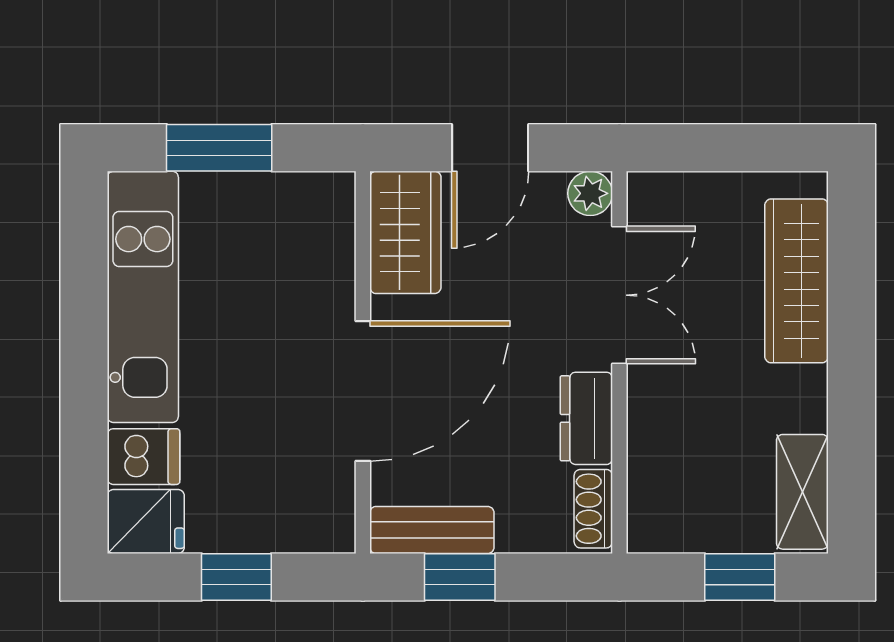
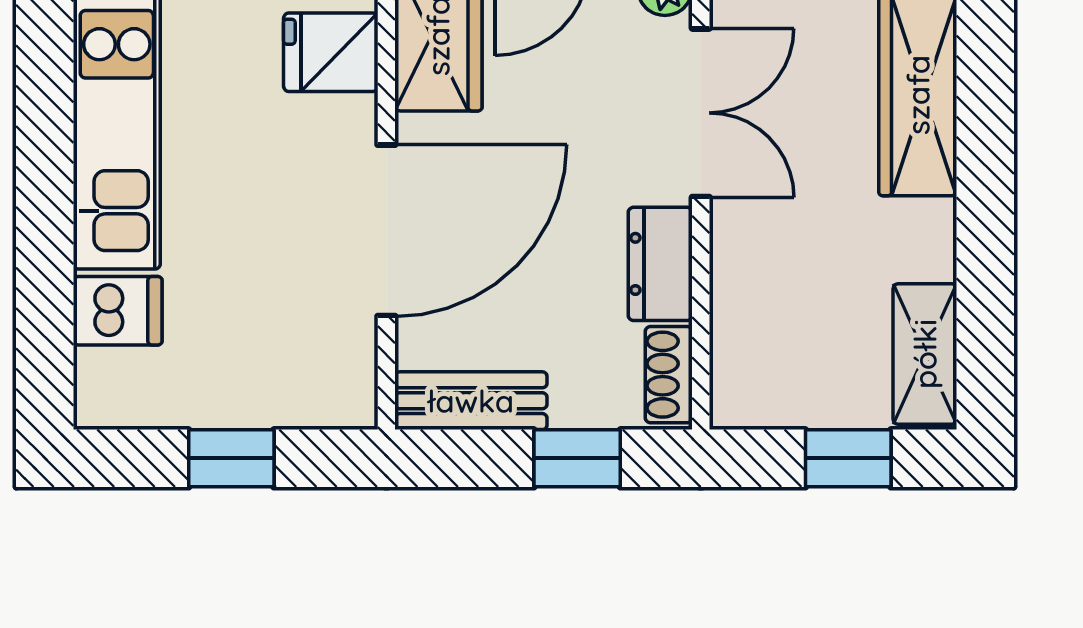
fridge: (146, 522) -> (331, 52), moved, turned 180
window: (460, 577) -> (577, 458), moved

